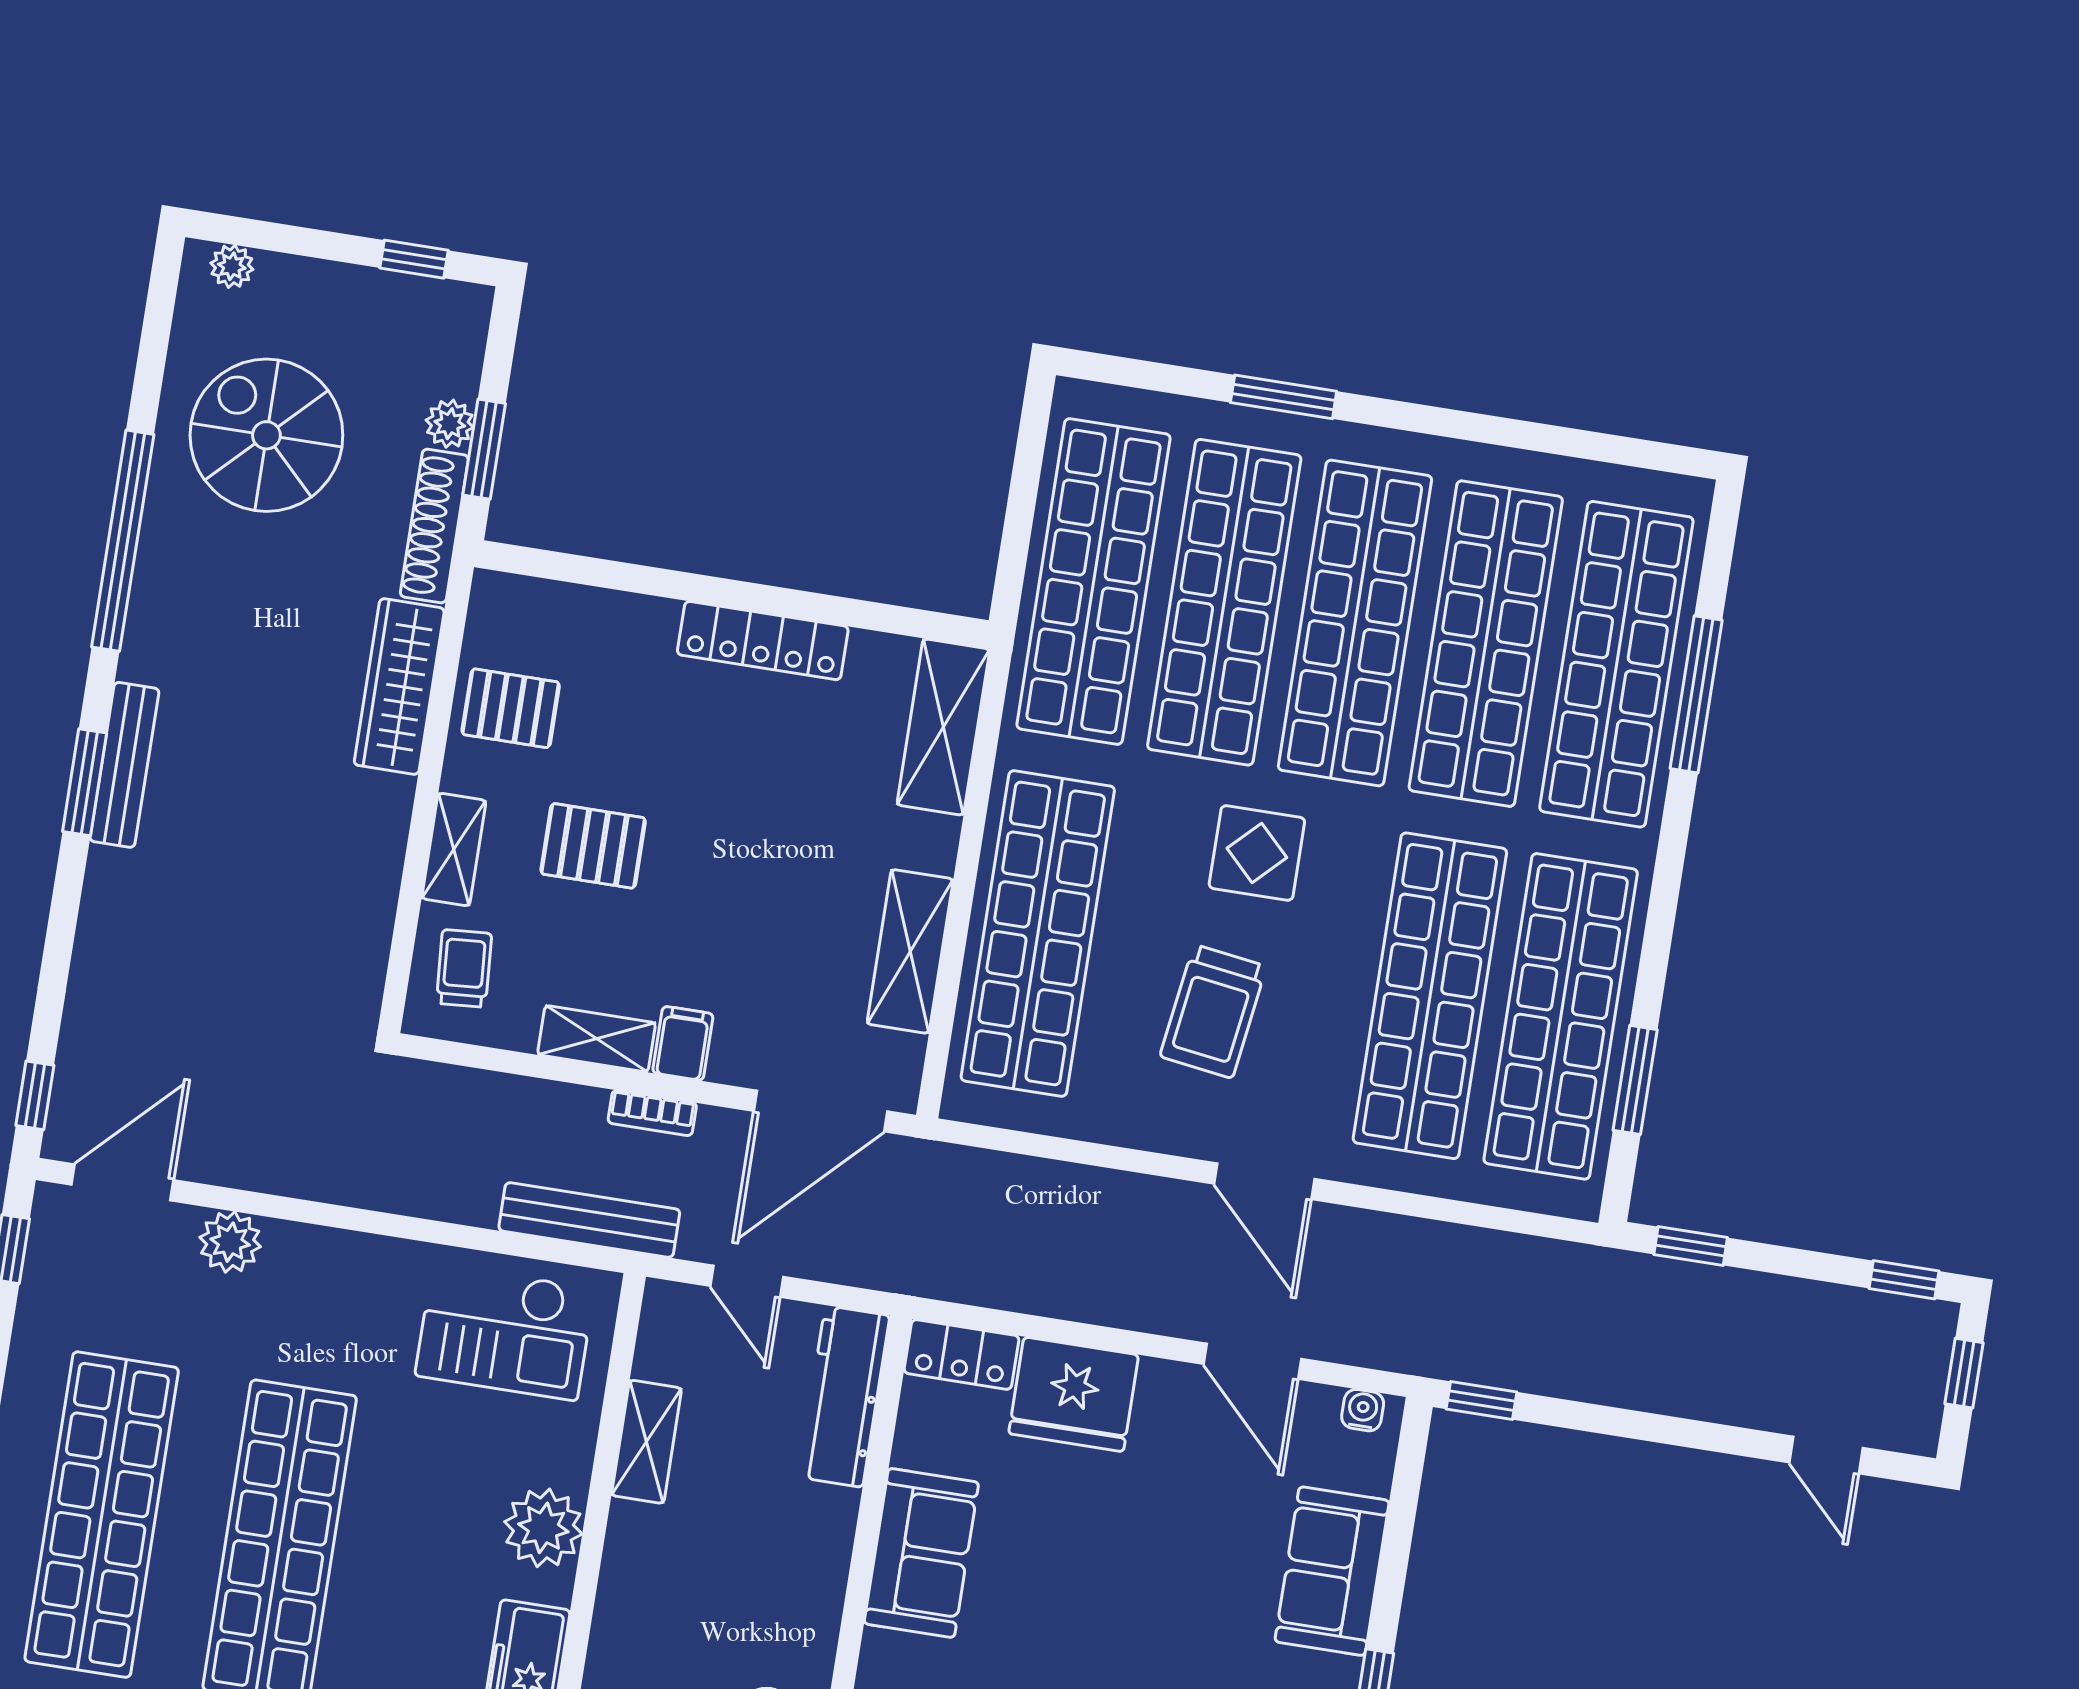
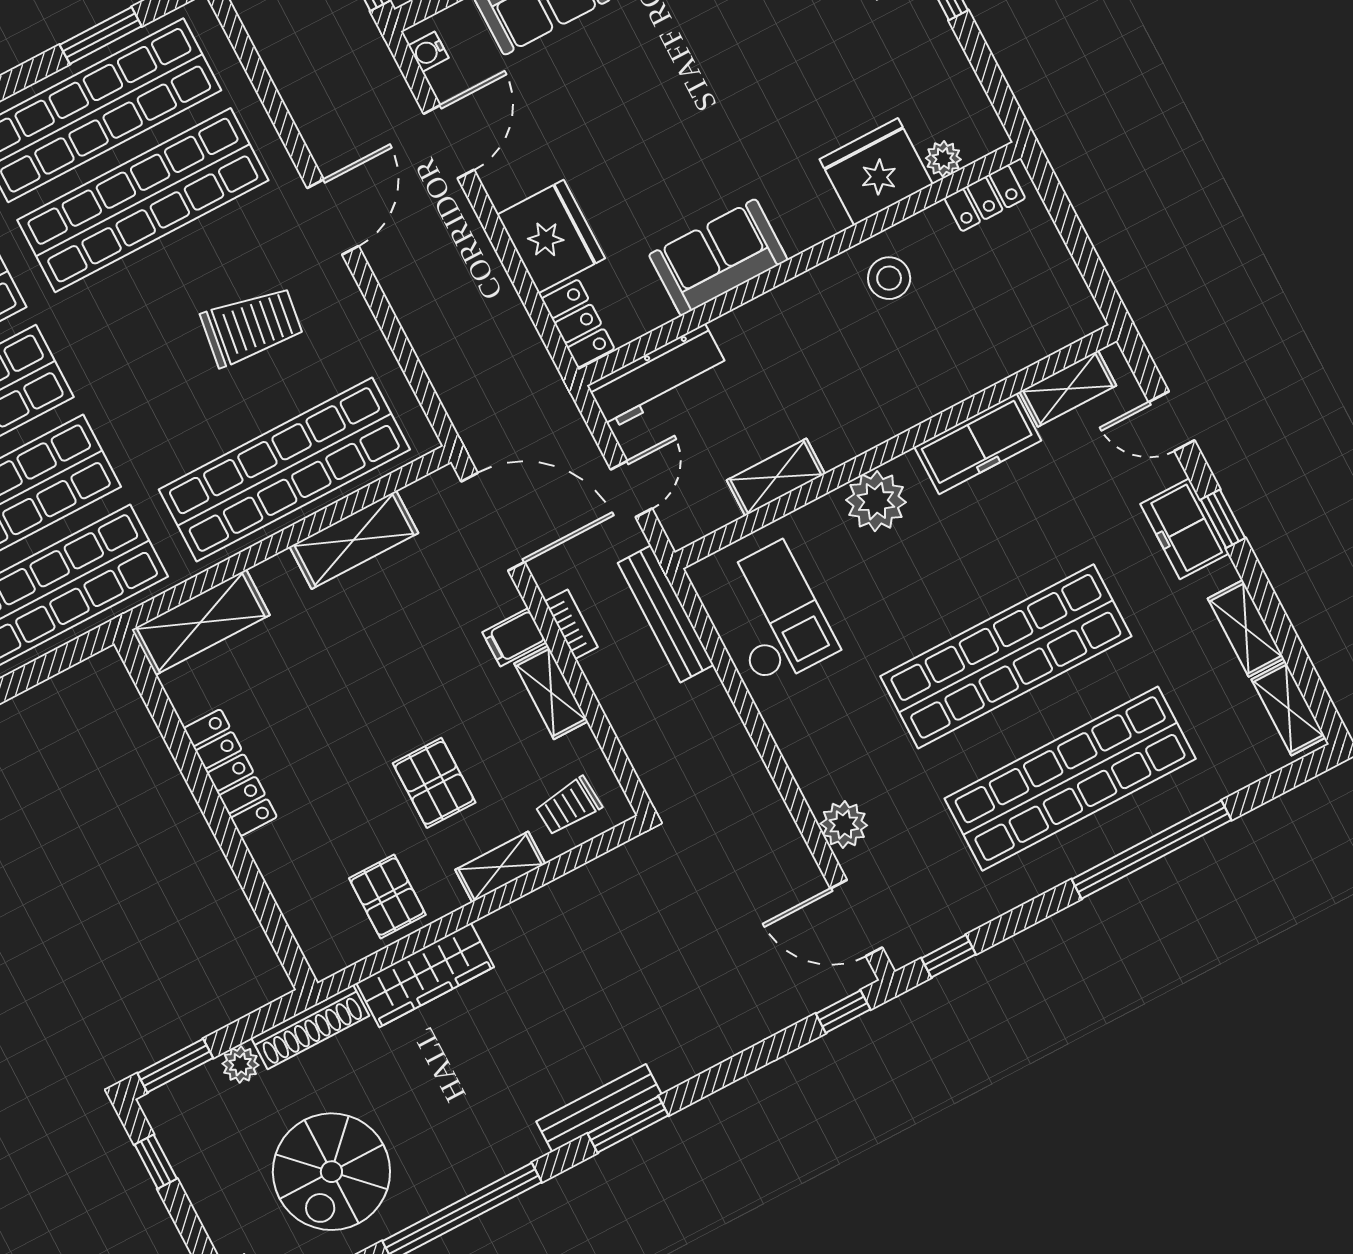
window: (484, 449) -> (175, 1066), moved
display table: (1257, 853) -> (134, 372), removed

